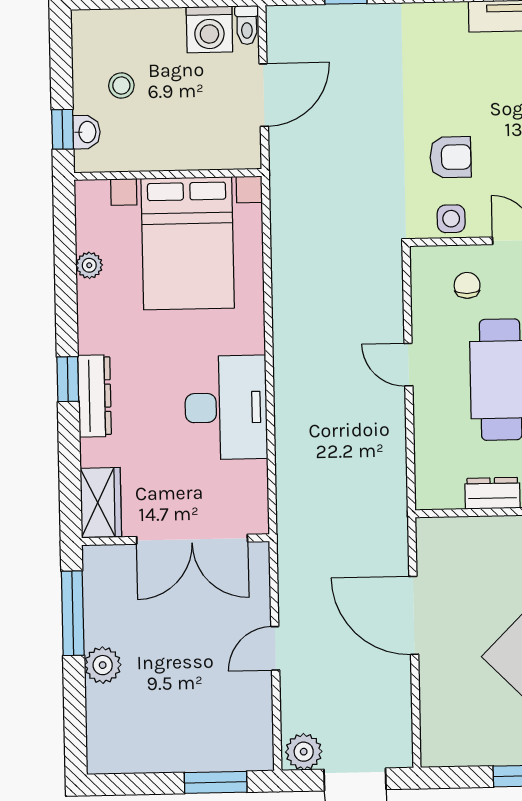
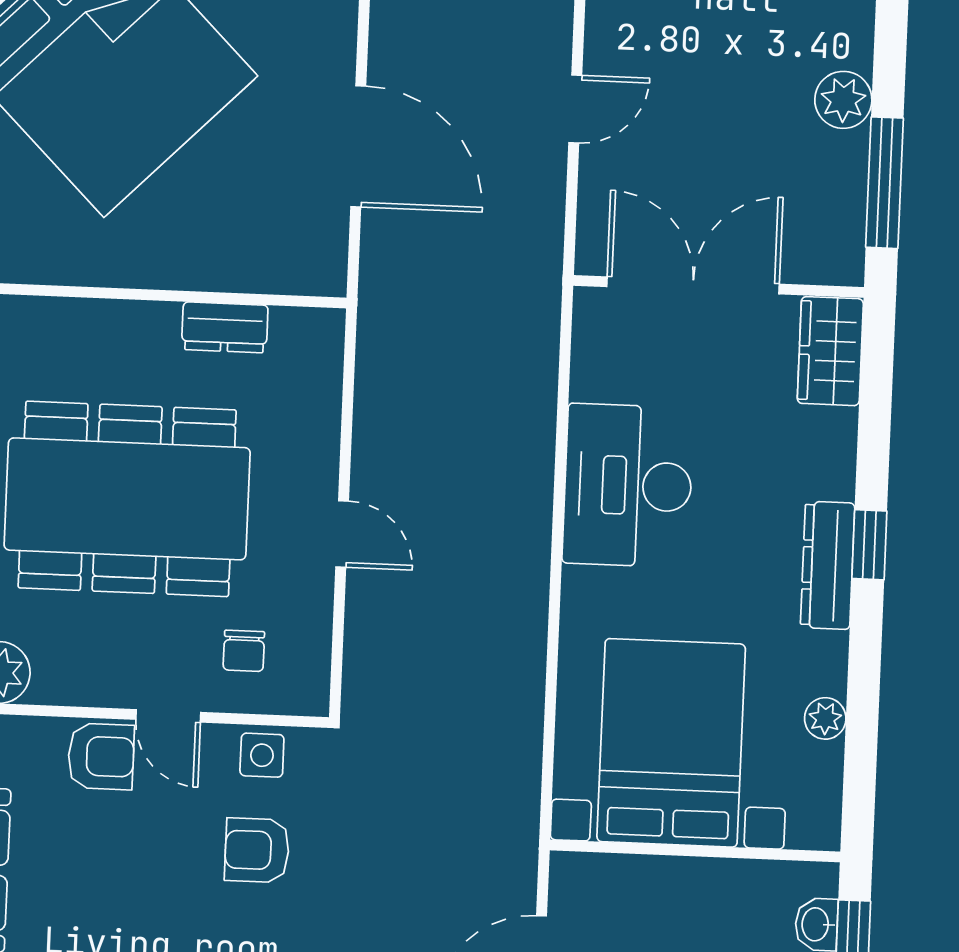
dresser: (95, 396) -> (828, 565), moved

